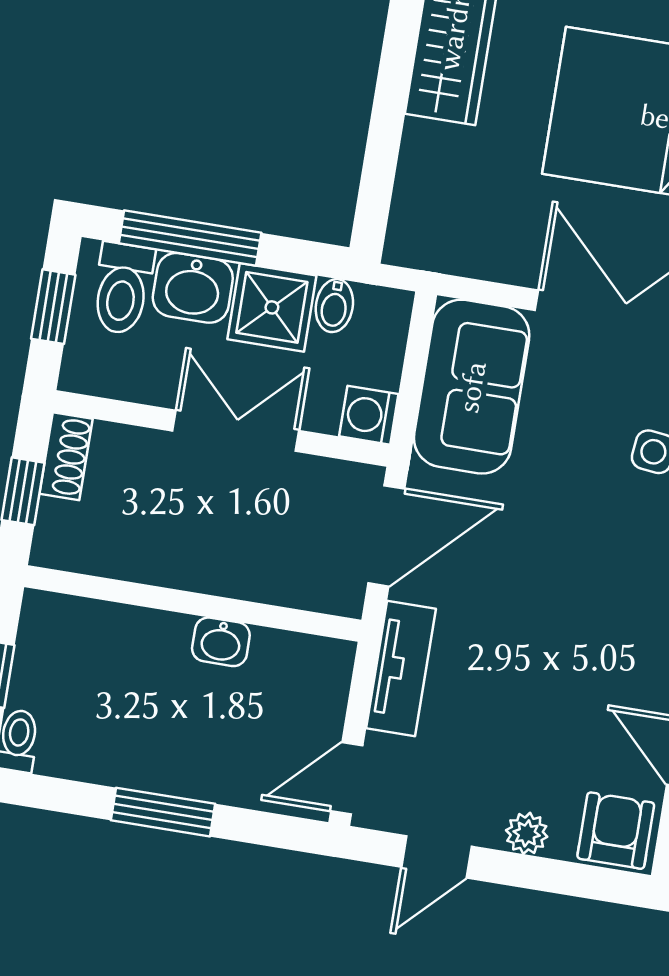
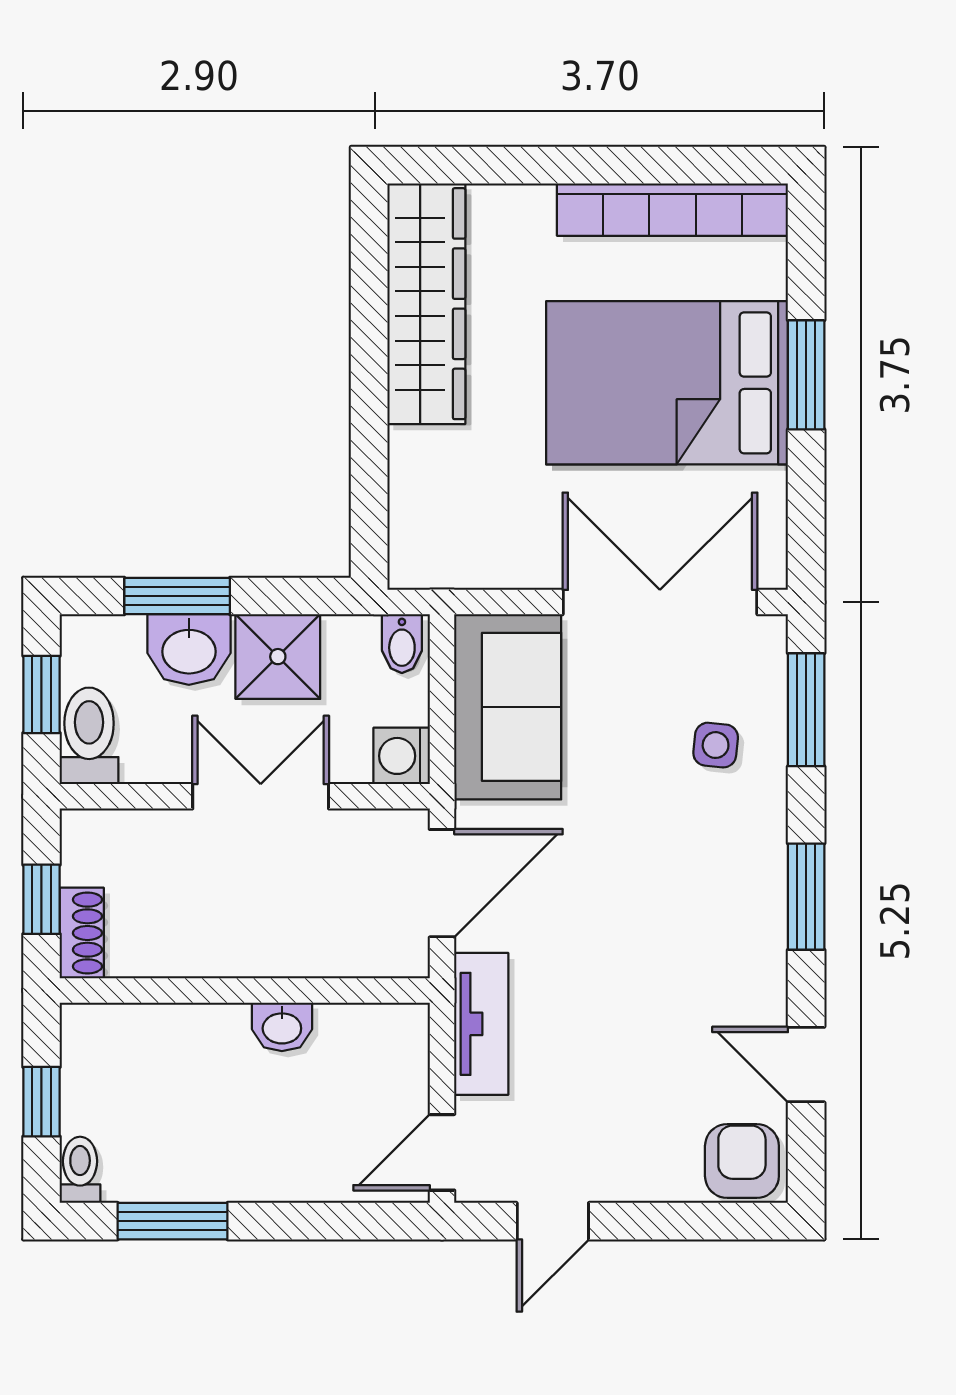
window: (190, 238) -> (177, 596), width x0.69
toilet: (122, 288) -> (89, 736), moved, turned 180
bidet: (334, 306) -> (402, 644), moved
shoe rack: (66, 456) -> (82, 933), moved
window: (163, 812) -> (173, 1221), moved
plant: (527, 833) -> (646, 1180), removed

